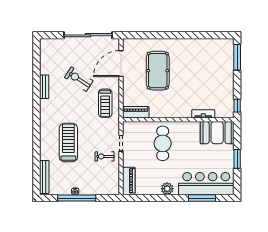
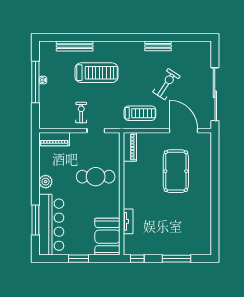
window: (237, 57) -> (177, 259), moved
pool table: (158, 71) -> (176, 171), turned 90
treadmill: (105, 103) -> (140, 113), turned 180
bench: (44, 177) -> (75, 46), moved

